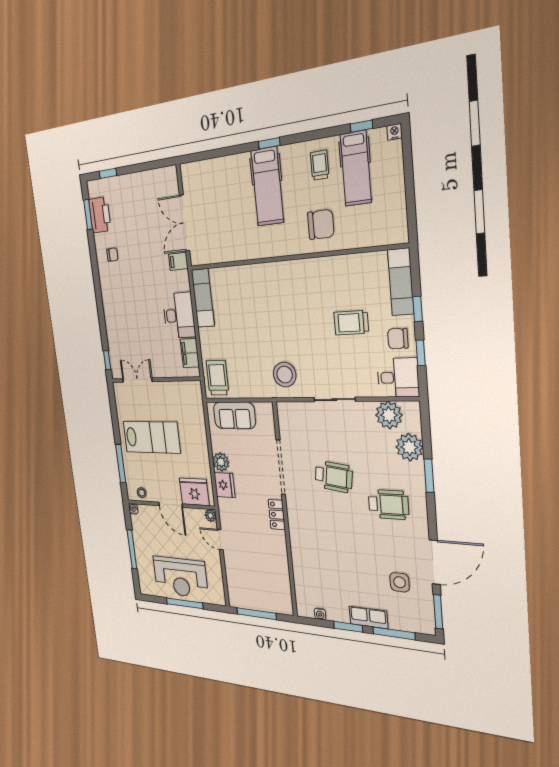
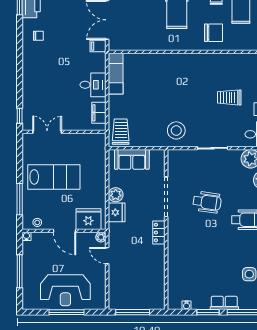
desk: (179, 315) -> (93, 85), width x0.73

